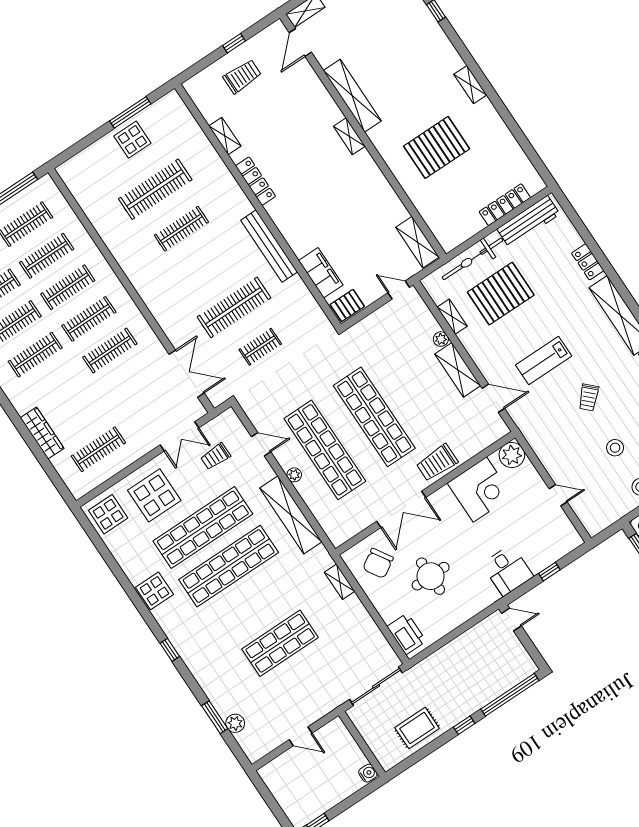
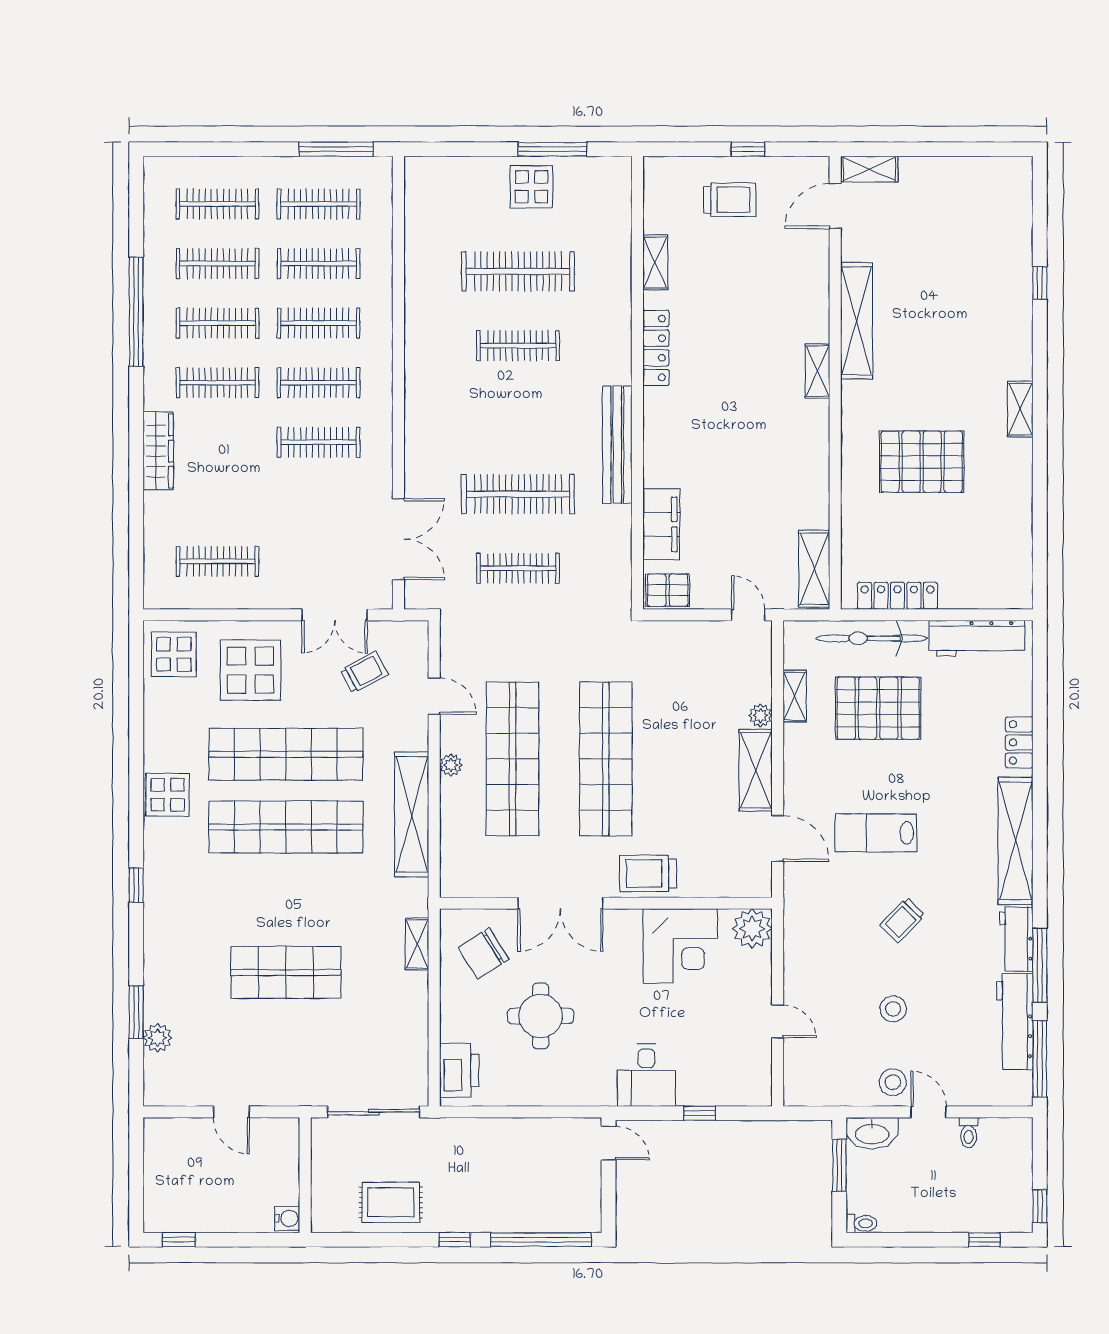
locker: (505, 205) -> (897, 596), moved
clothes rail: (260, 347) -> (518, 568), width x1.36
wardrobe: (42, 433) -> (158, 451), moved
trolley: (215, 456) -> (364, 672), turned 152

